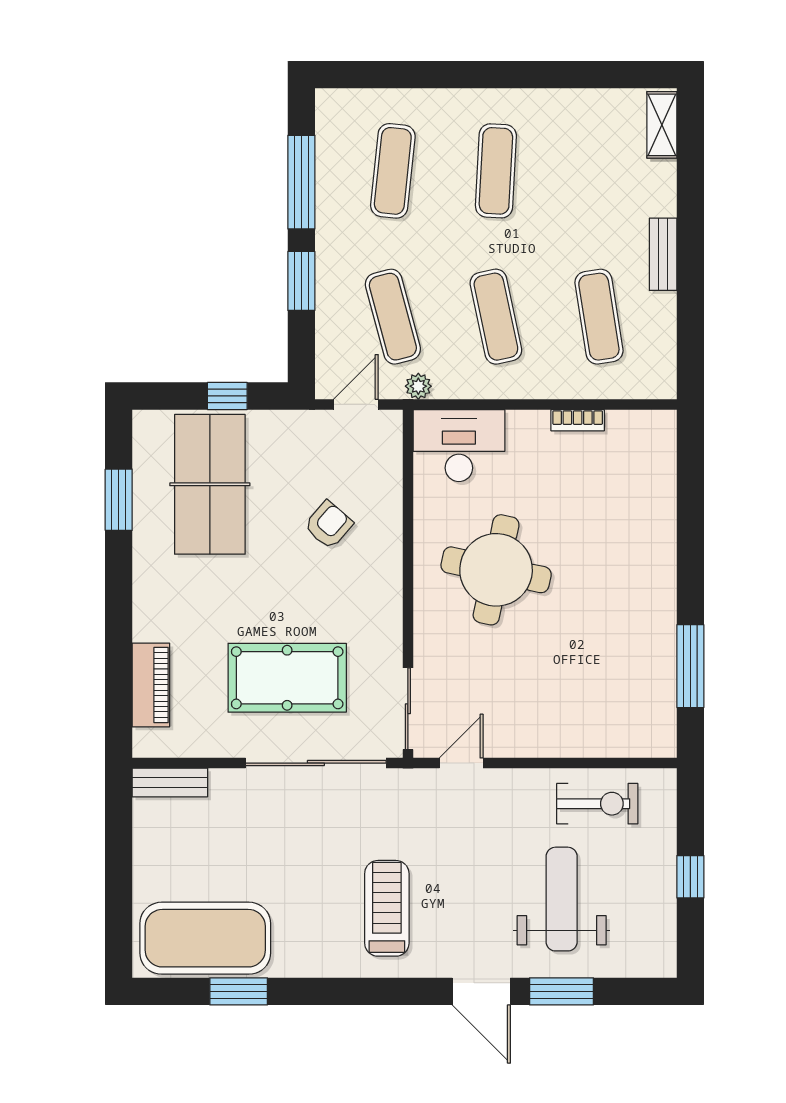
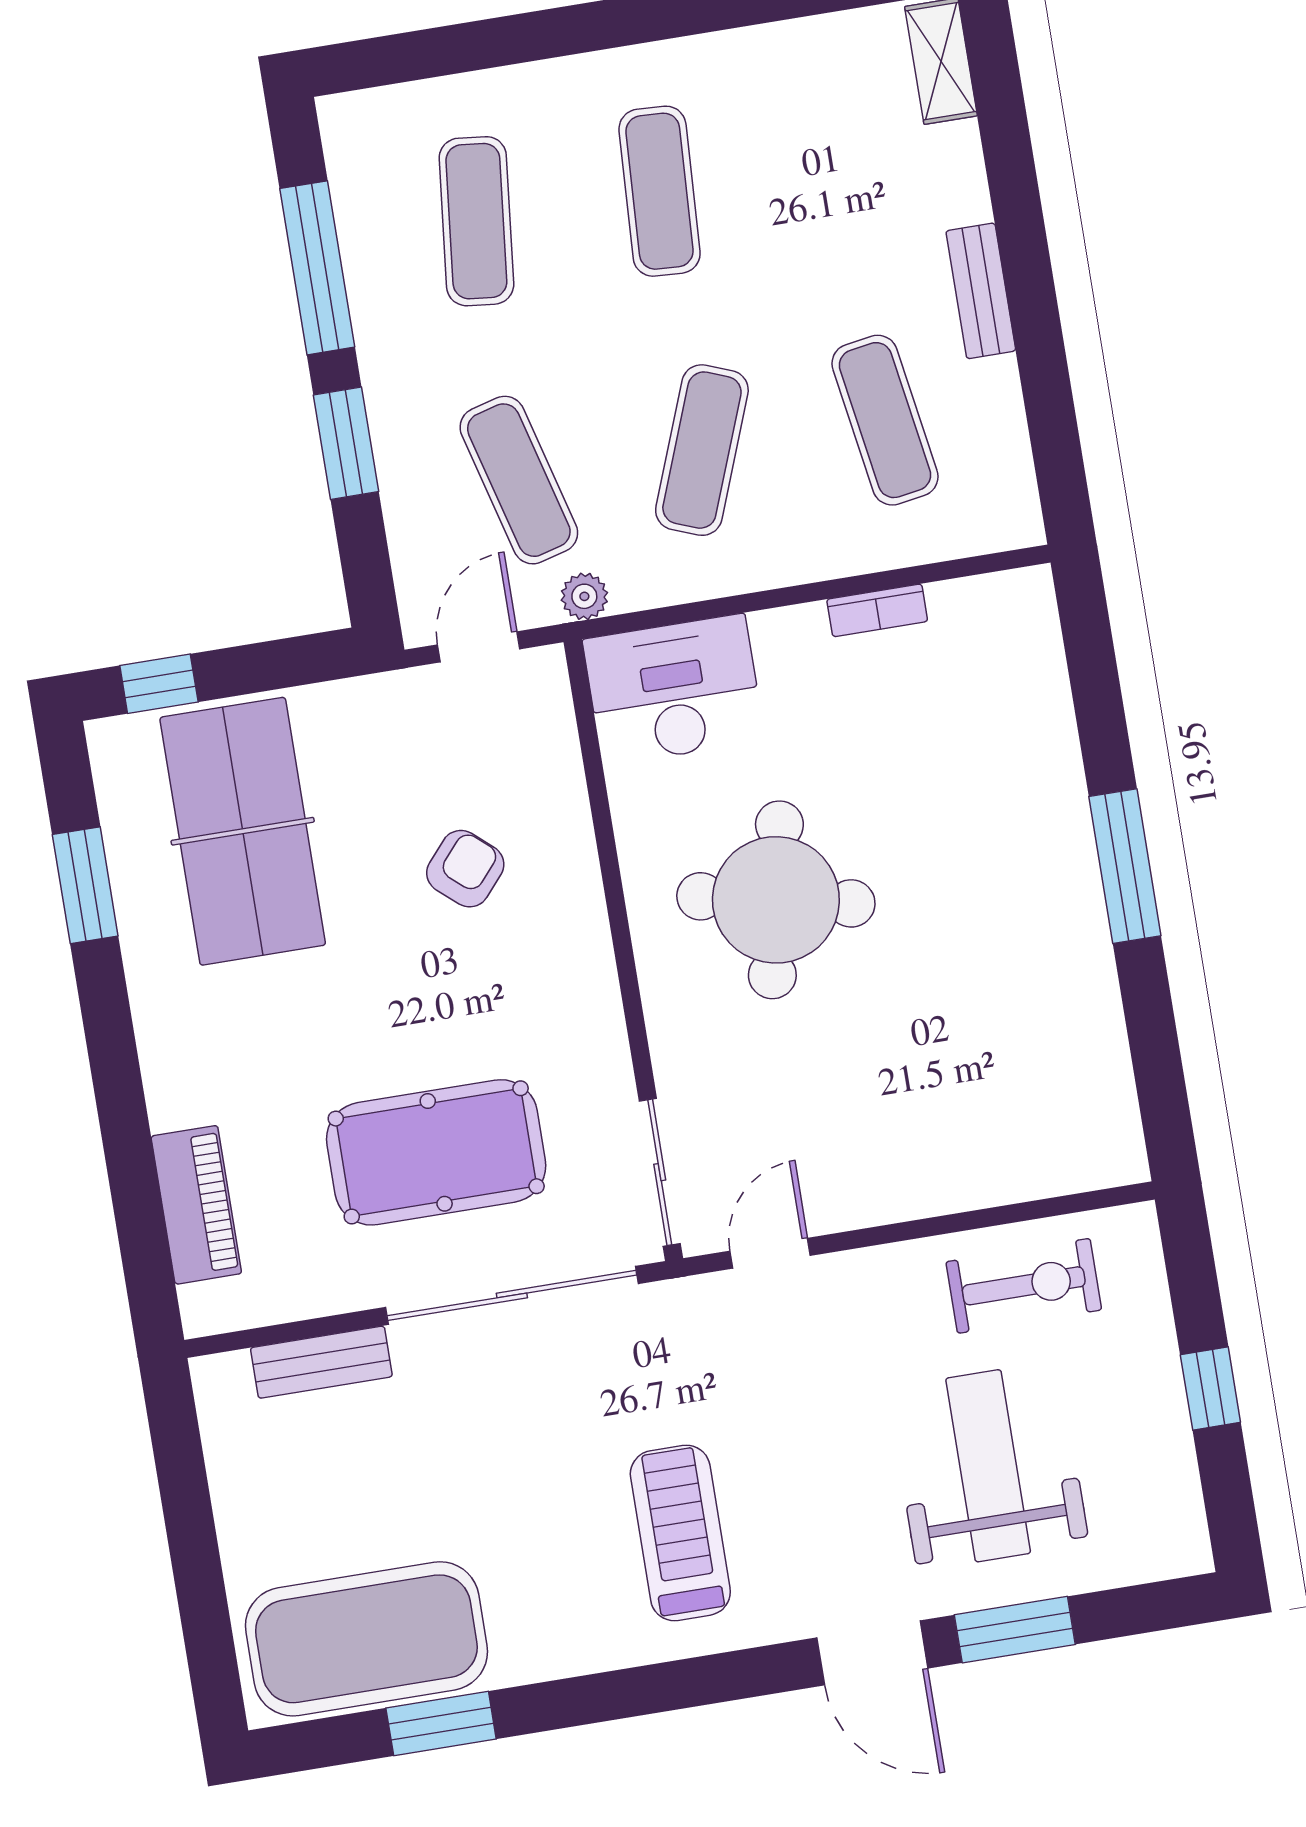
exercise mat: (496, 317) -> (702, 450), turned 33
window: (227, 396) -> (159, 684), moved
window: (690, 666) -> (1125, 866), moved
bench: (170, 782) -> (321, 1362), moved

